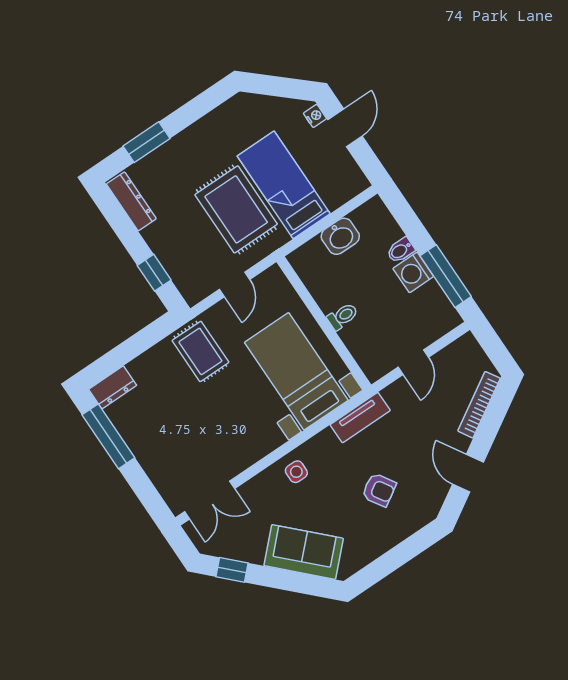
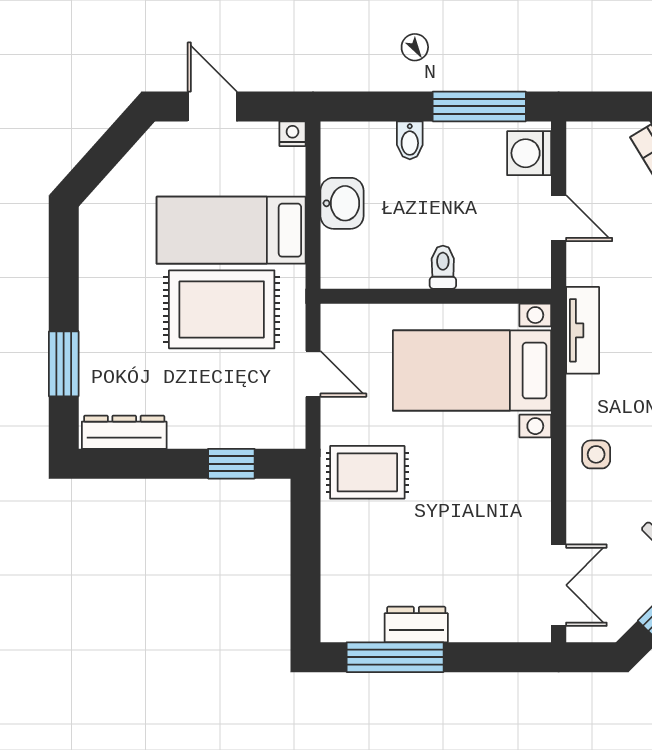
nightstand: (315, 116) -> (292, 134), moved
washing machine: (413, 272) -> (529, 153), moved, turned 90
dresser: (113, 387) -> (416, 625), moved, turned -90

